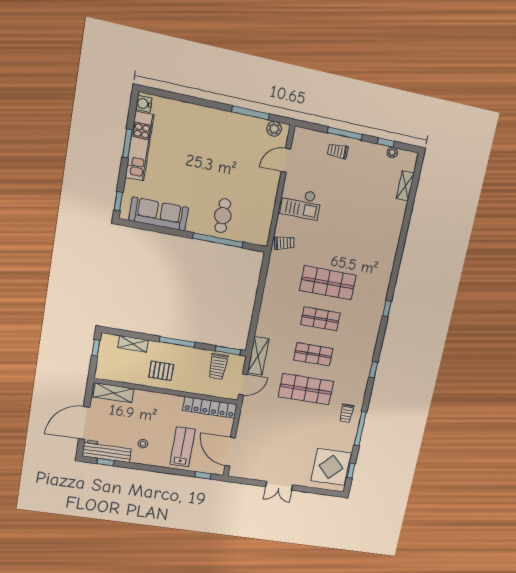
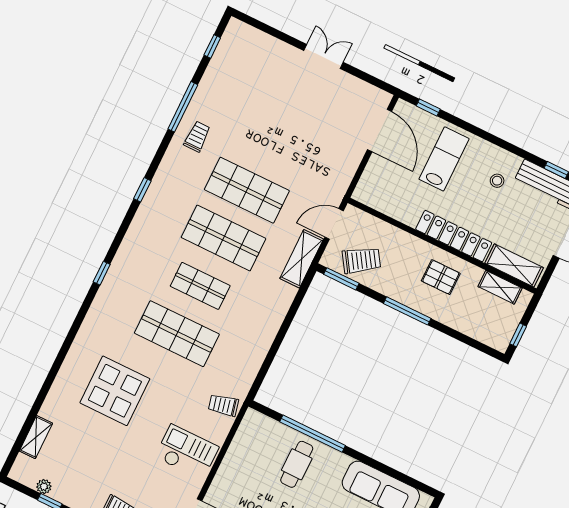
shelving: (133, 344) -> (500, 287), moved
shop shelf: (313, 354) -> (224, 238), width x1.43, depth x1.36
trolley: (218, 366) -> (361, 260), turned 57
locker: (210, 407) -> (454, 236), moved
lab bench: (183, 447) -> (444, 159), turned 180
display table: (331, 467) -> (115, 391), moved

